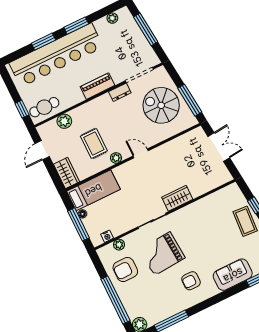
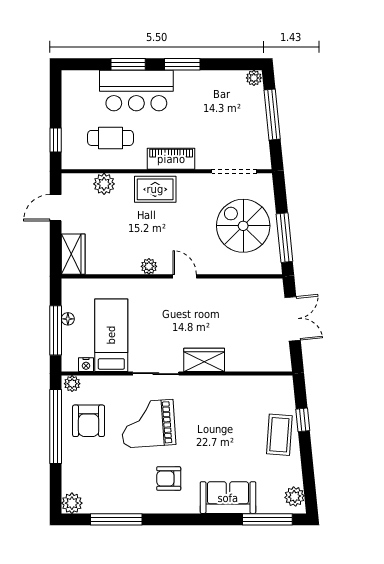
plant: (112, 18) -> (254, 78), moved
bar counter: (56, 55) -> (136, 91), width x0.54
dresser: (120, 92) -> (197, 181), removed
cafe table: (44, 107) -> (110, 138), moved
rug: (94, 144) -> (155, 189), moved, turned 90
bed: (93, 190) -> (111, 335), moved, turned -90
plant: (119, 245) -> (72, 384), moved
armchair: (125, 269) -> (89, 421), turned -90
window: (115, 300) -> (56, 427), moved

